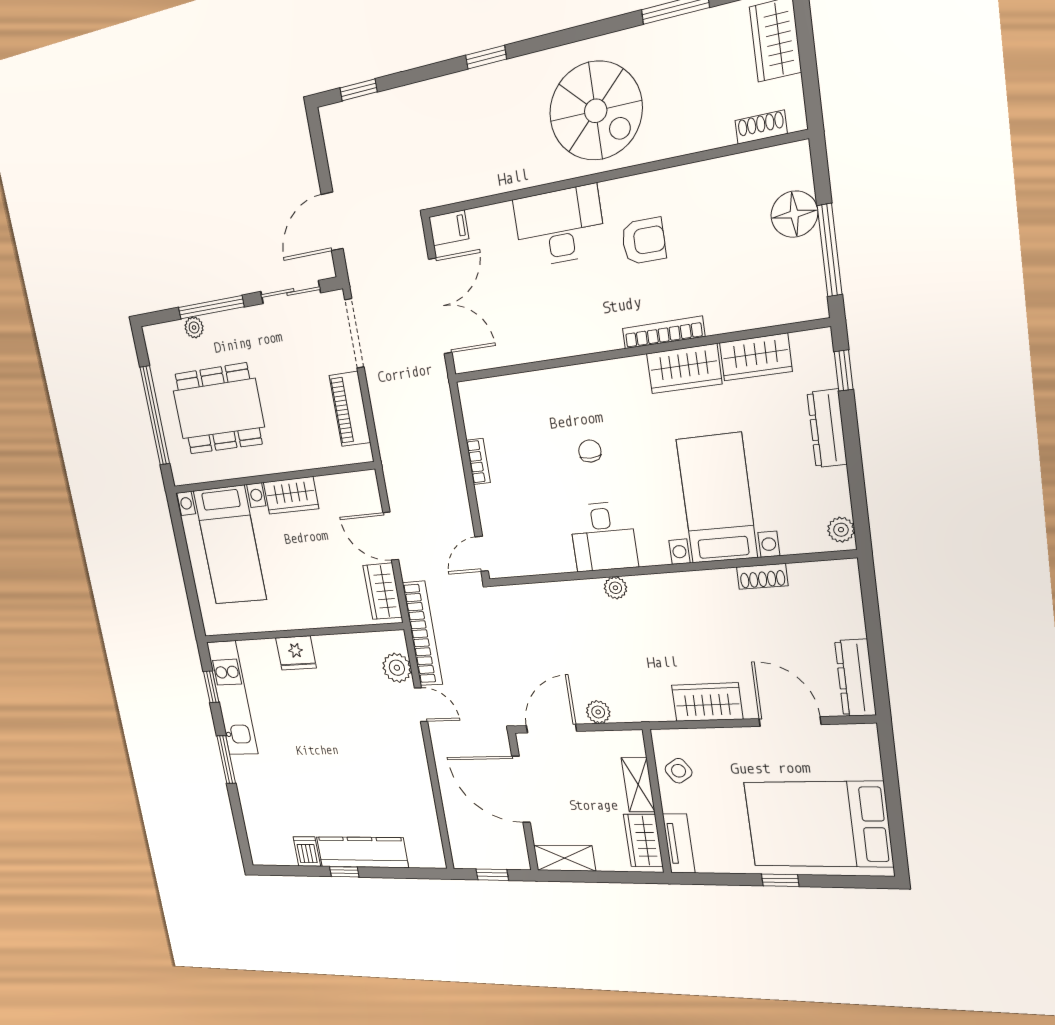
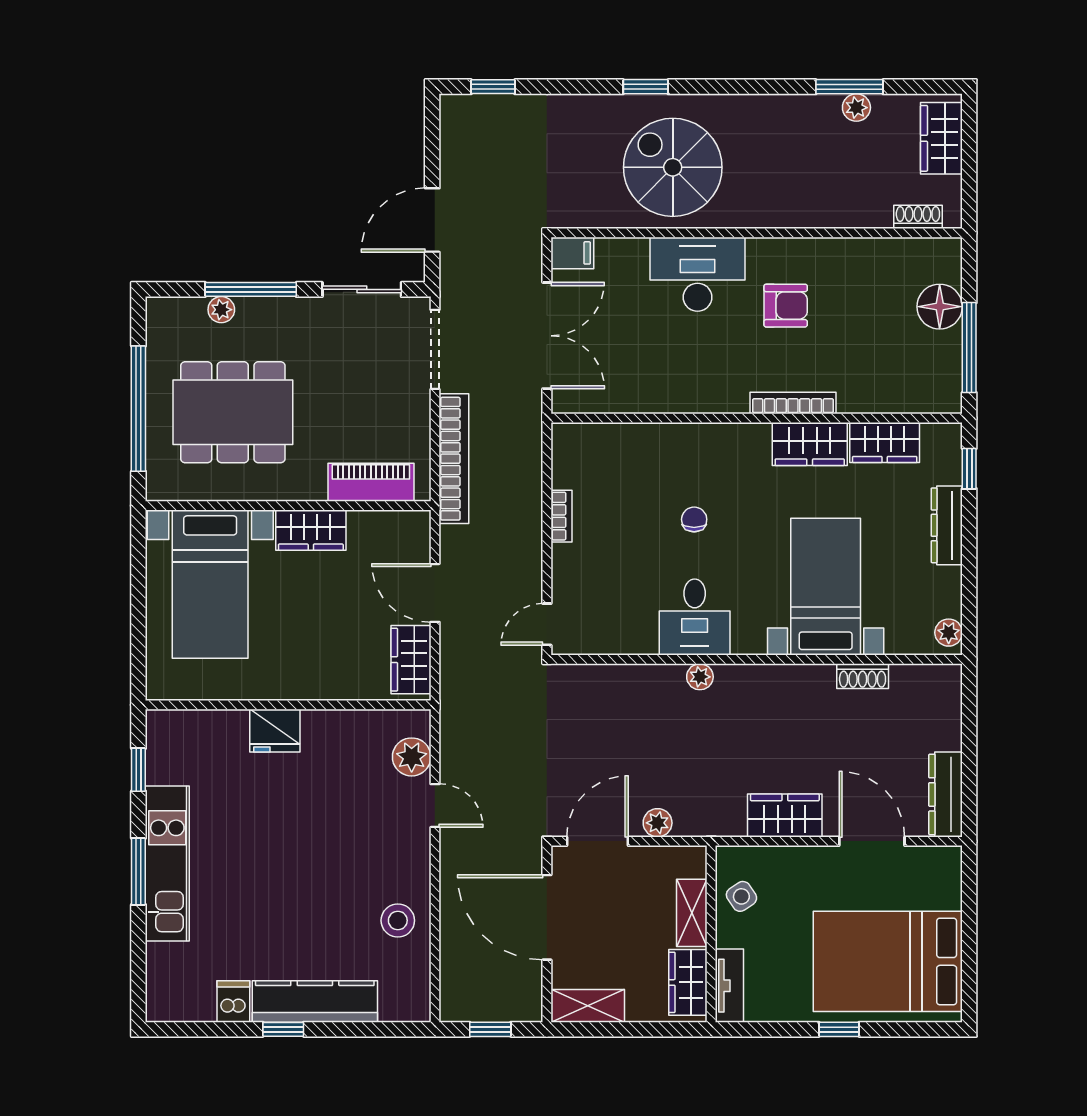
plant: (685, 29) -> (856, 108), added
spiral stairs: (596, 111) -> (673, 167), moved, turned 180
piano: (350, 409) -> (371, 482), moved, turned 90
bookcase: (423, 634) -> (454, 459), moved
kitchen unit: (232, 698) -> (167, 864), moved
stool: (410, 793) -> (398, 920), added

